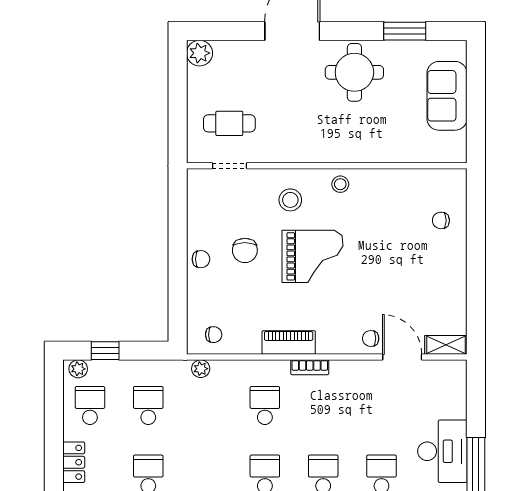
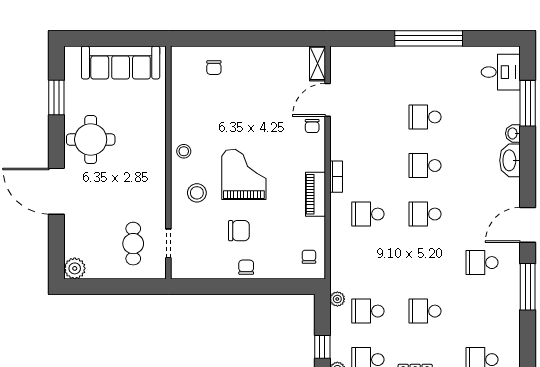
sofa: (447, 96) -> (121, 62), width x1.36
plant: (201, 369) -> (337, 299), moved
desk: (442, 451) -> (406, 66), removed

